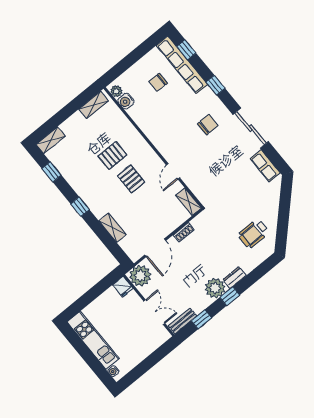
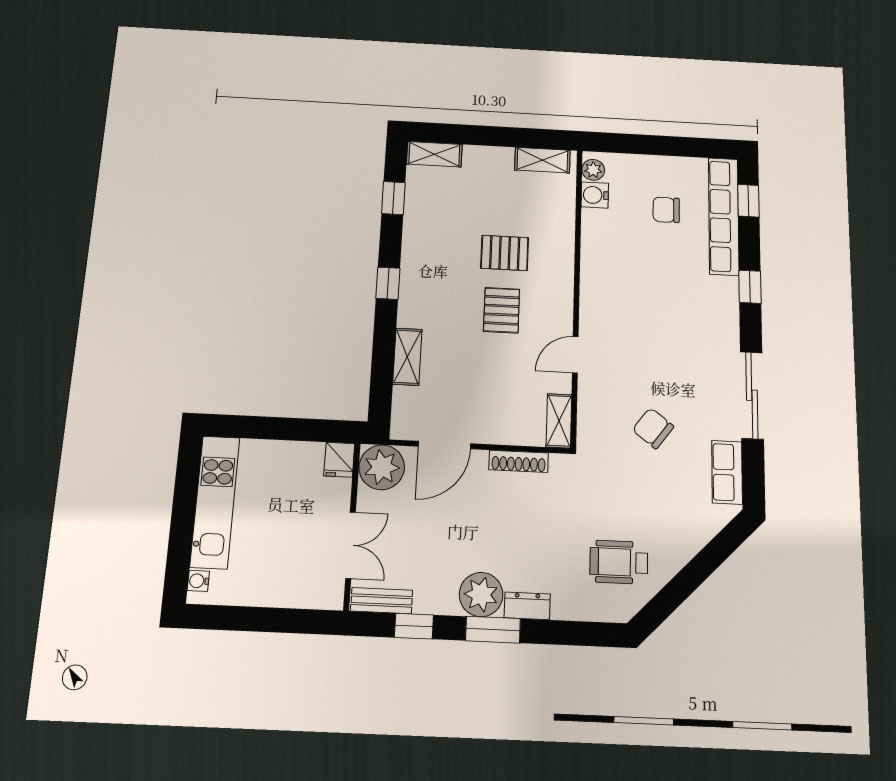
chair: (208, 125) -> (653, 428), moved, turned -143
shoe rack: (184, 232) -> (519, 461), width x1.43
window: (230, 296) -> (493, 630), width x1.50

